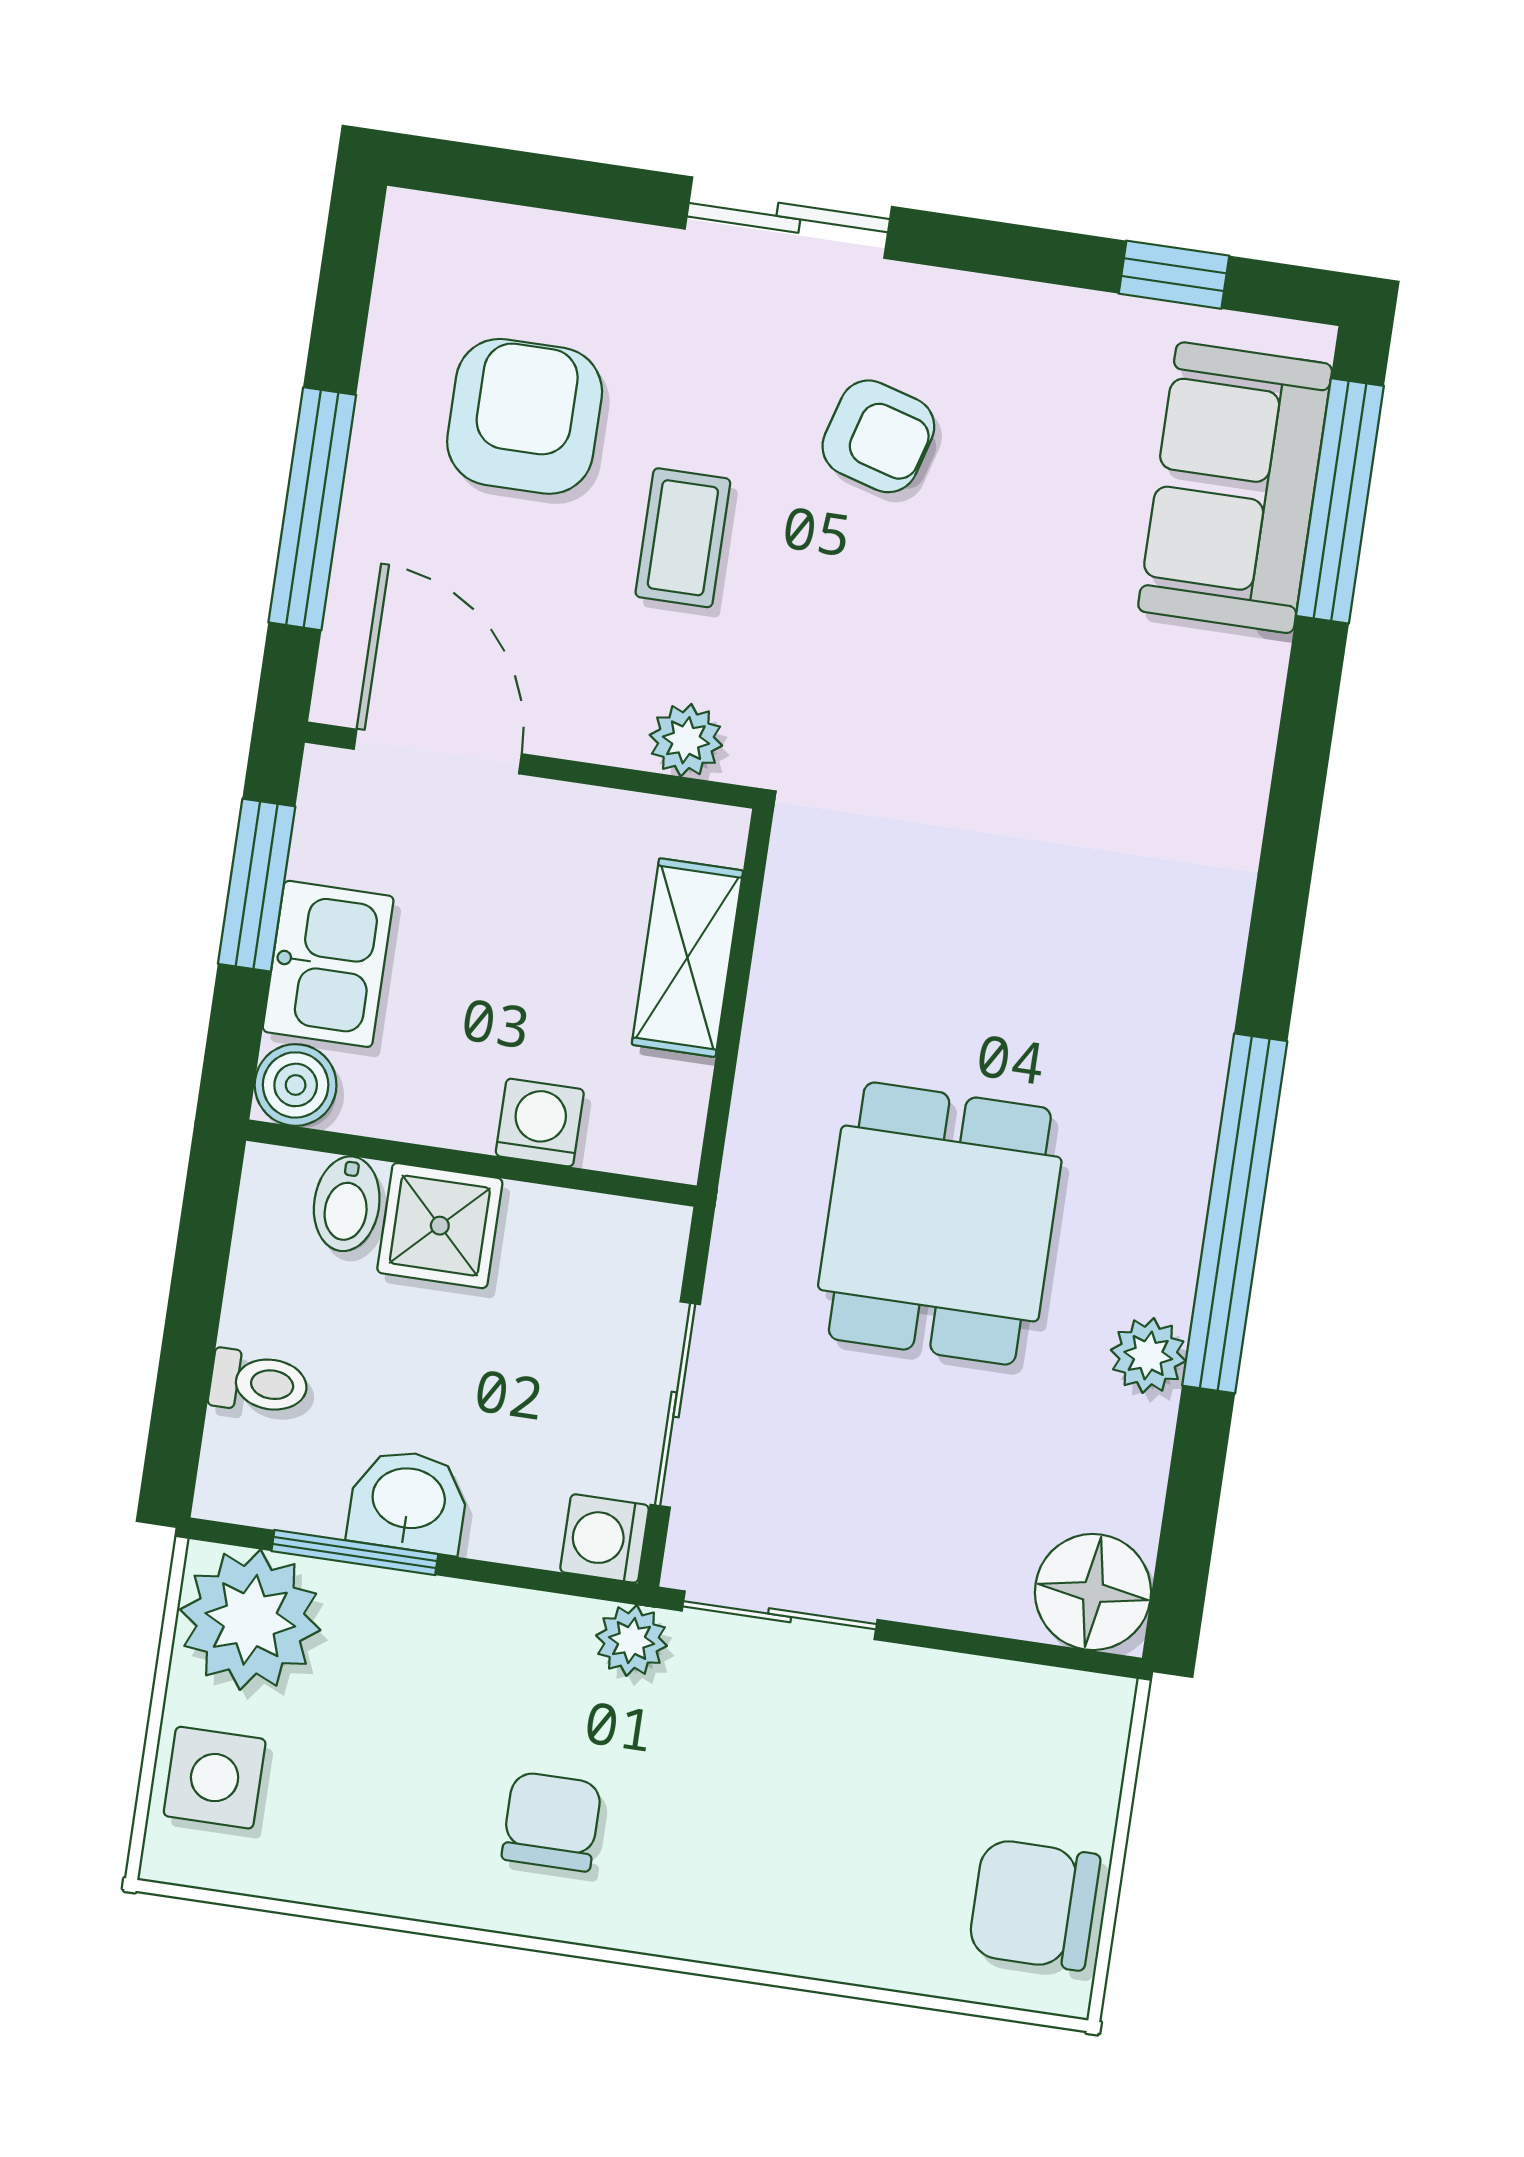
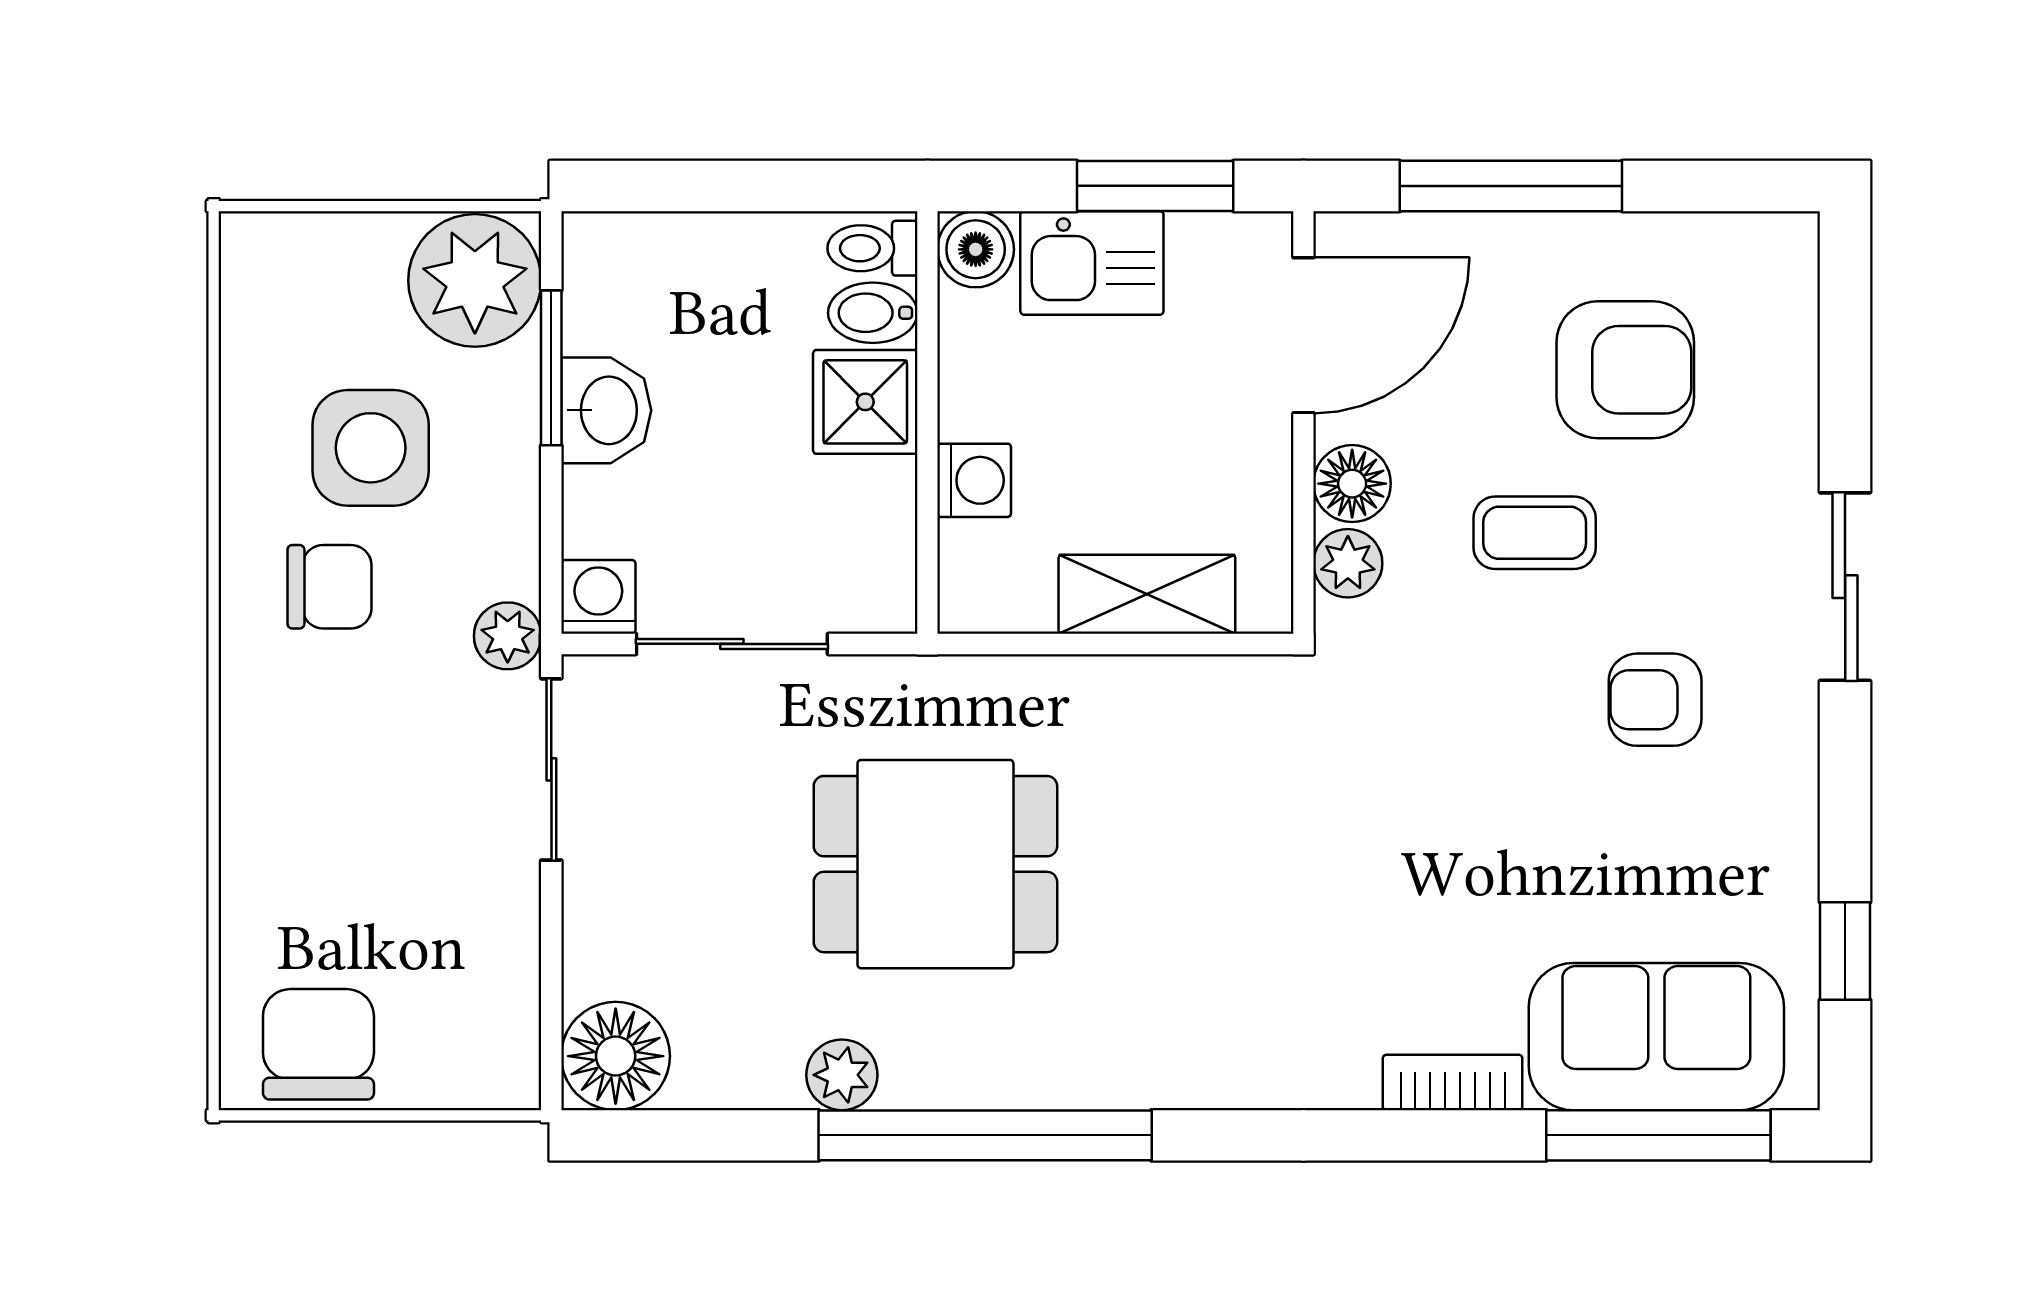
armchair: (878, 436) -> (1655, 700), turned 74
bookcase: (1252, 710) -> (1453, 1082), added
floor lamp: (602, 723) -> (1352, 484), added
toilet: (259, 1383) -> (872, 248), moved, turned 90
side table: (215, 1778) -> (371, 448), moved, width x1.37, depth x1.37

